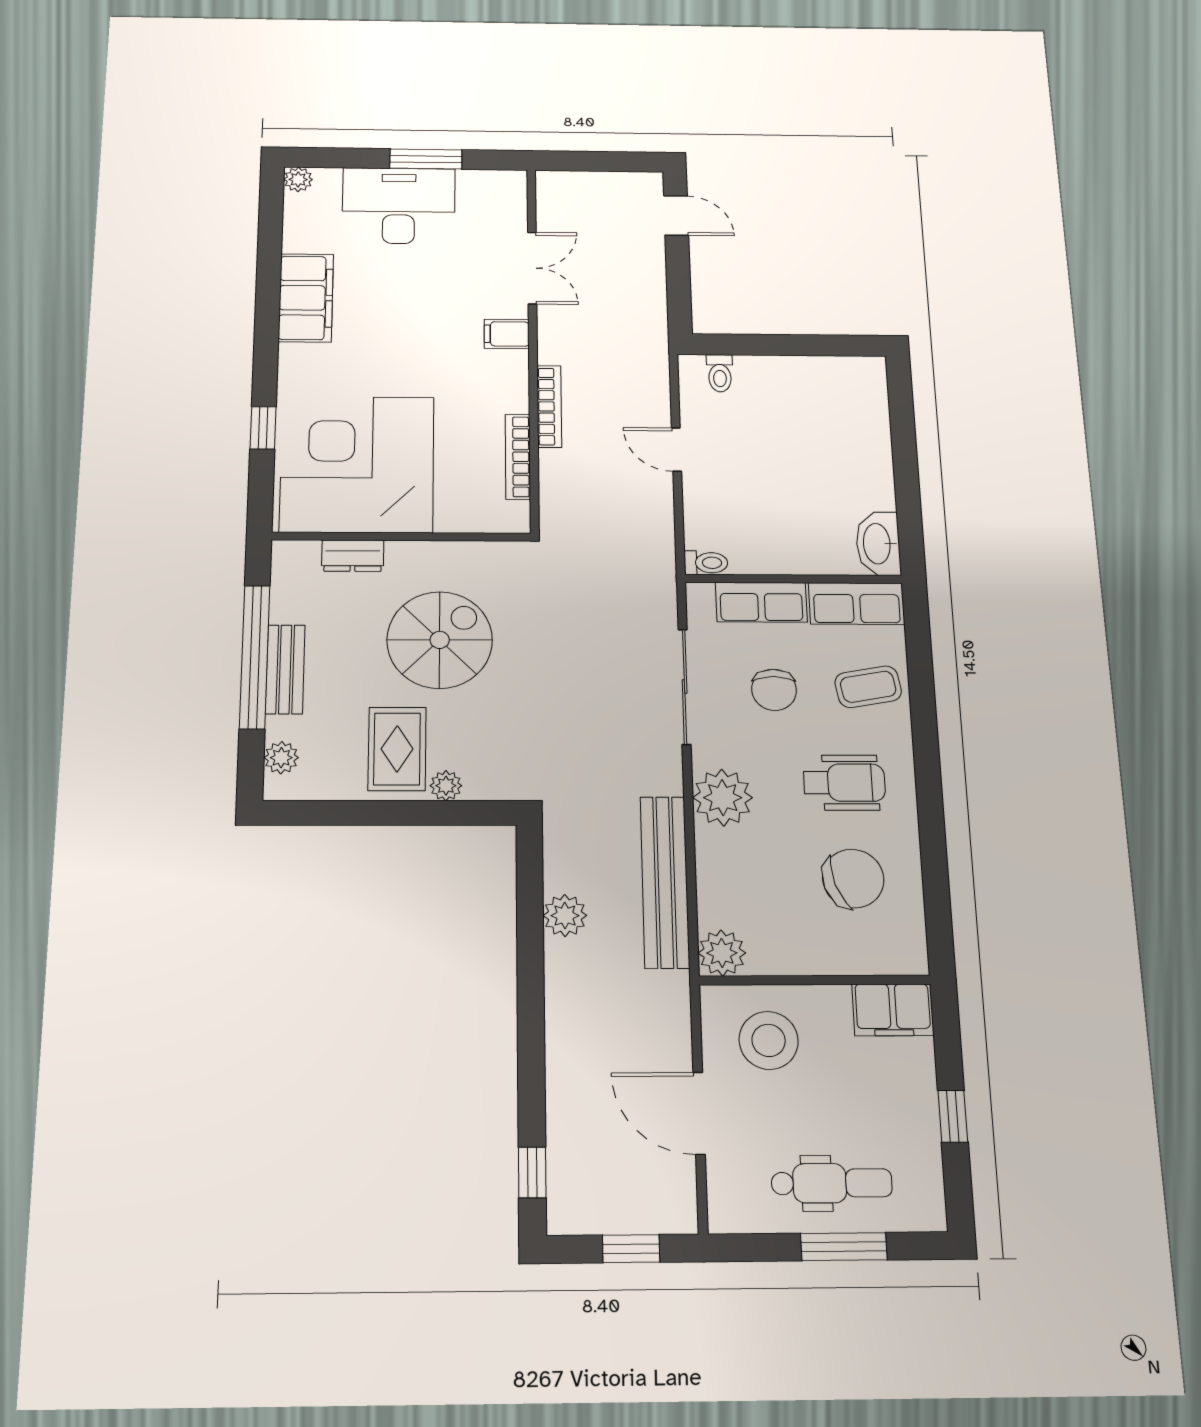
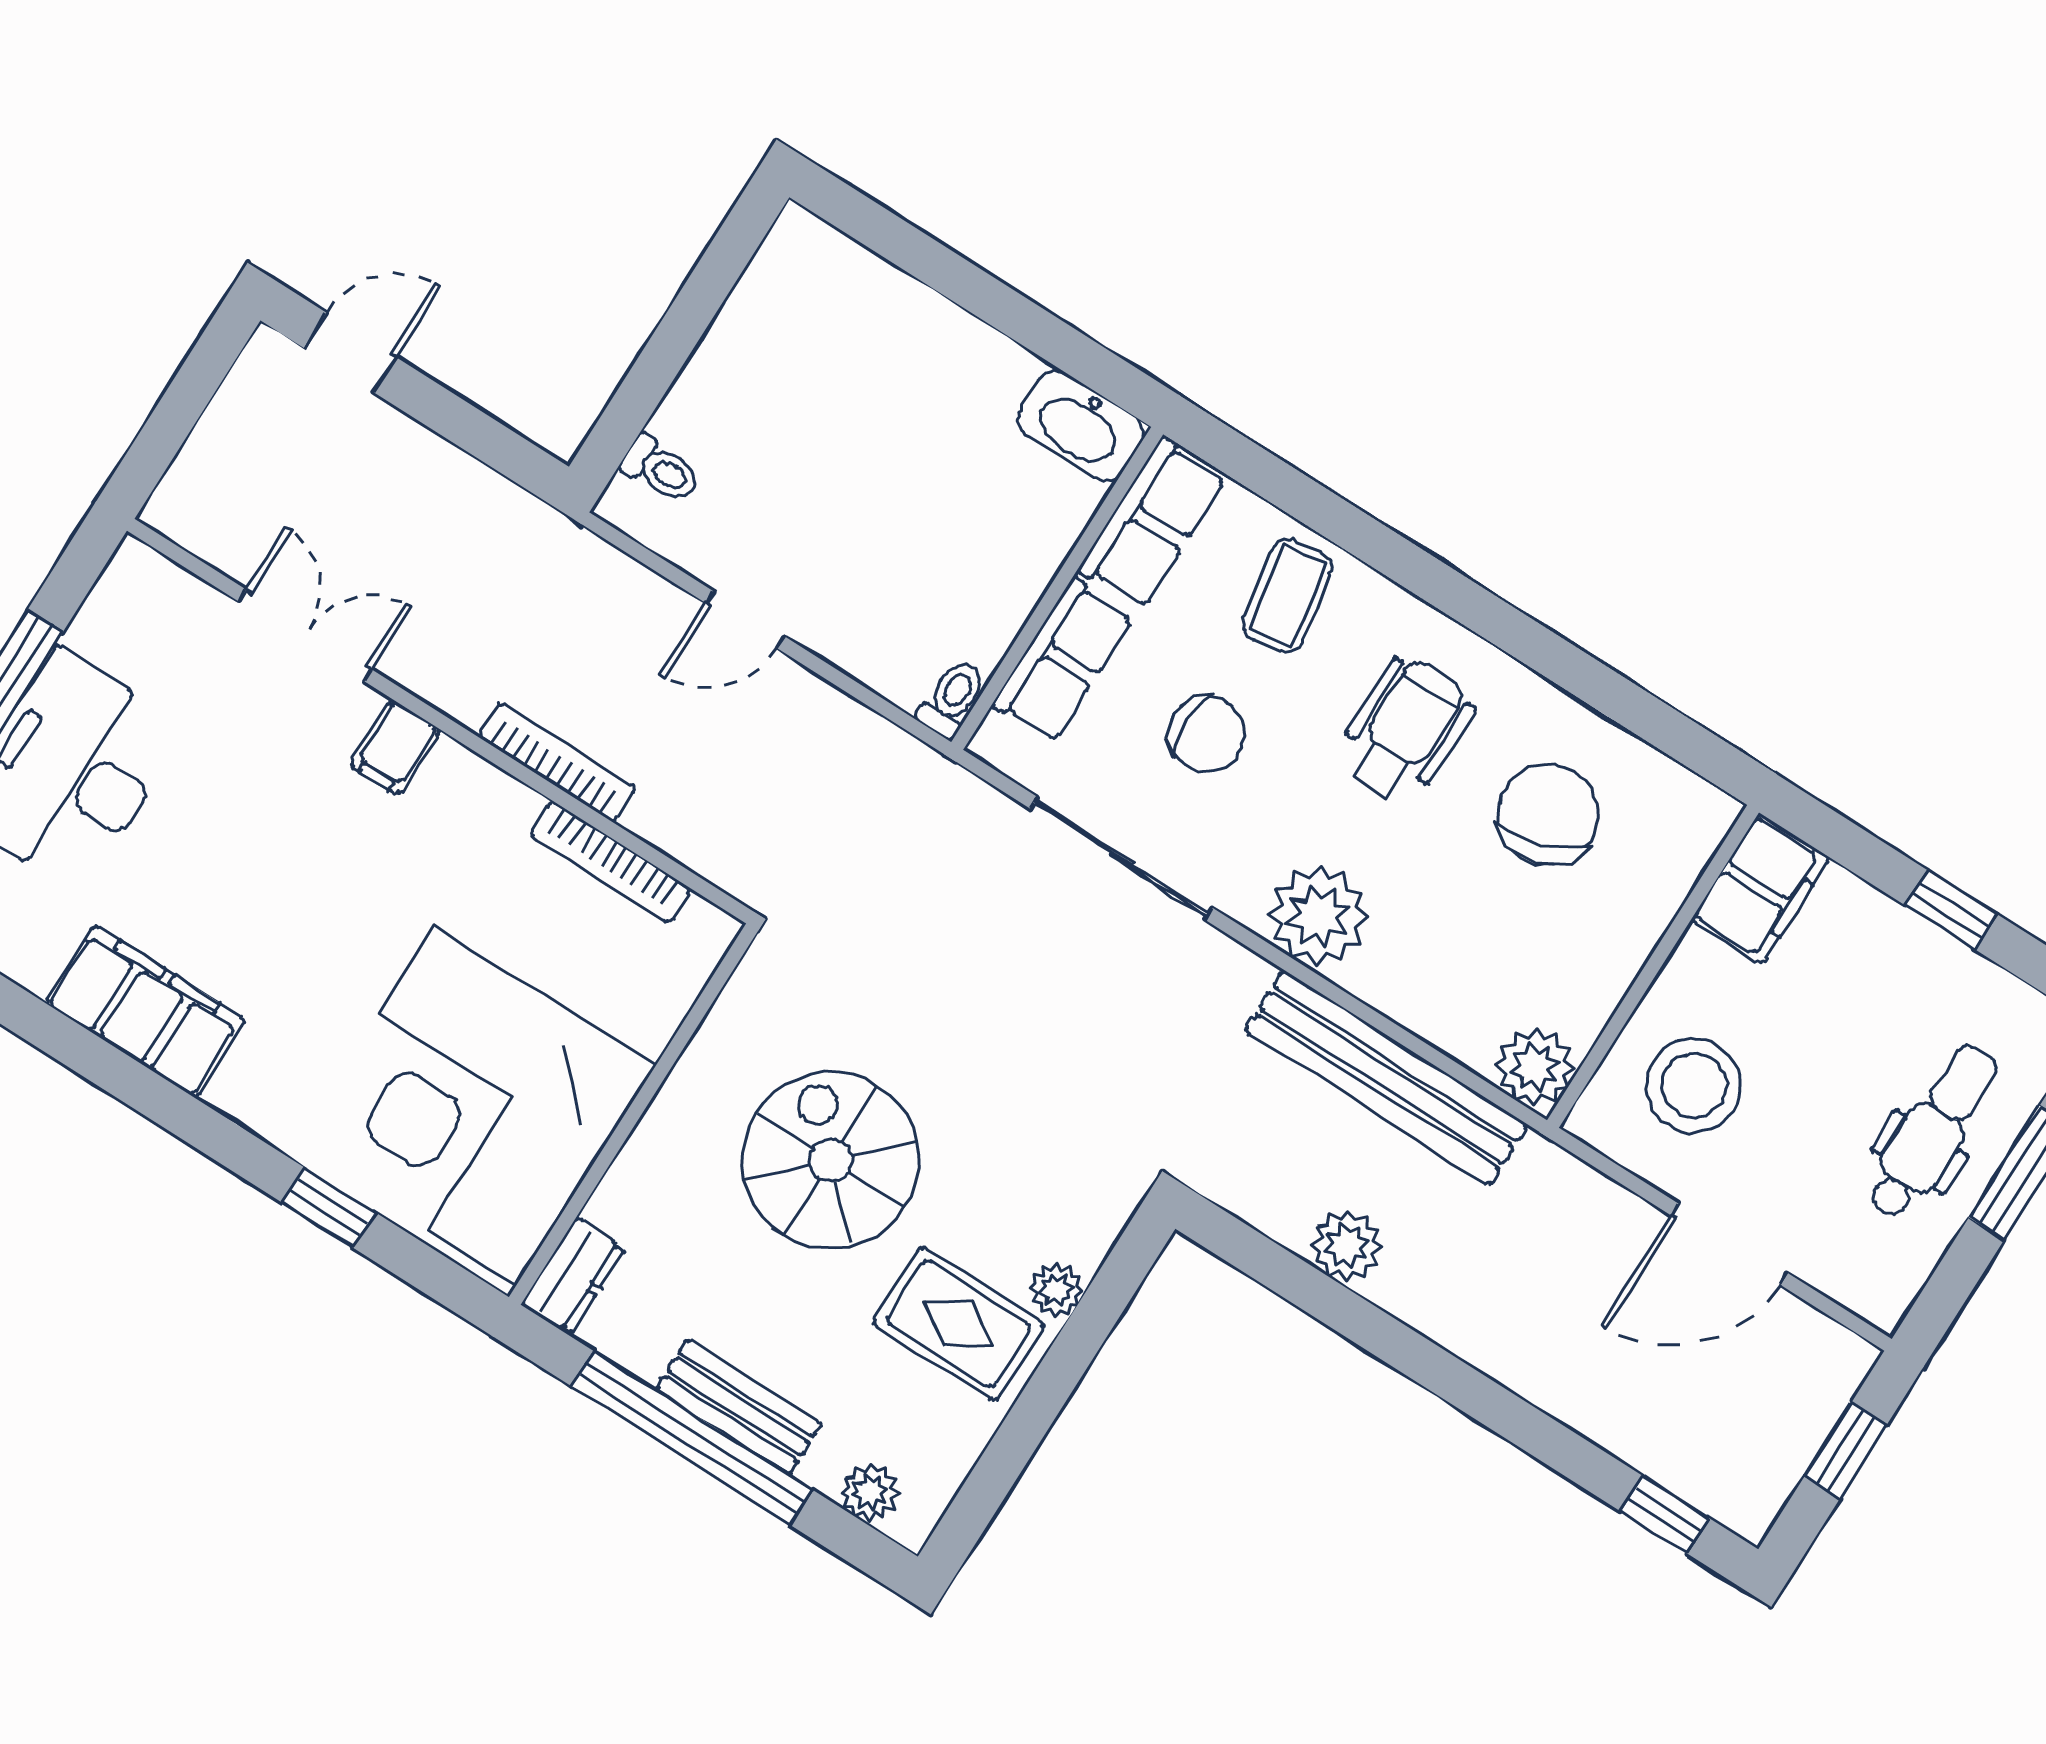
dresser: (353, 556) -> (573, 1276), moved

